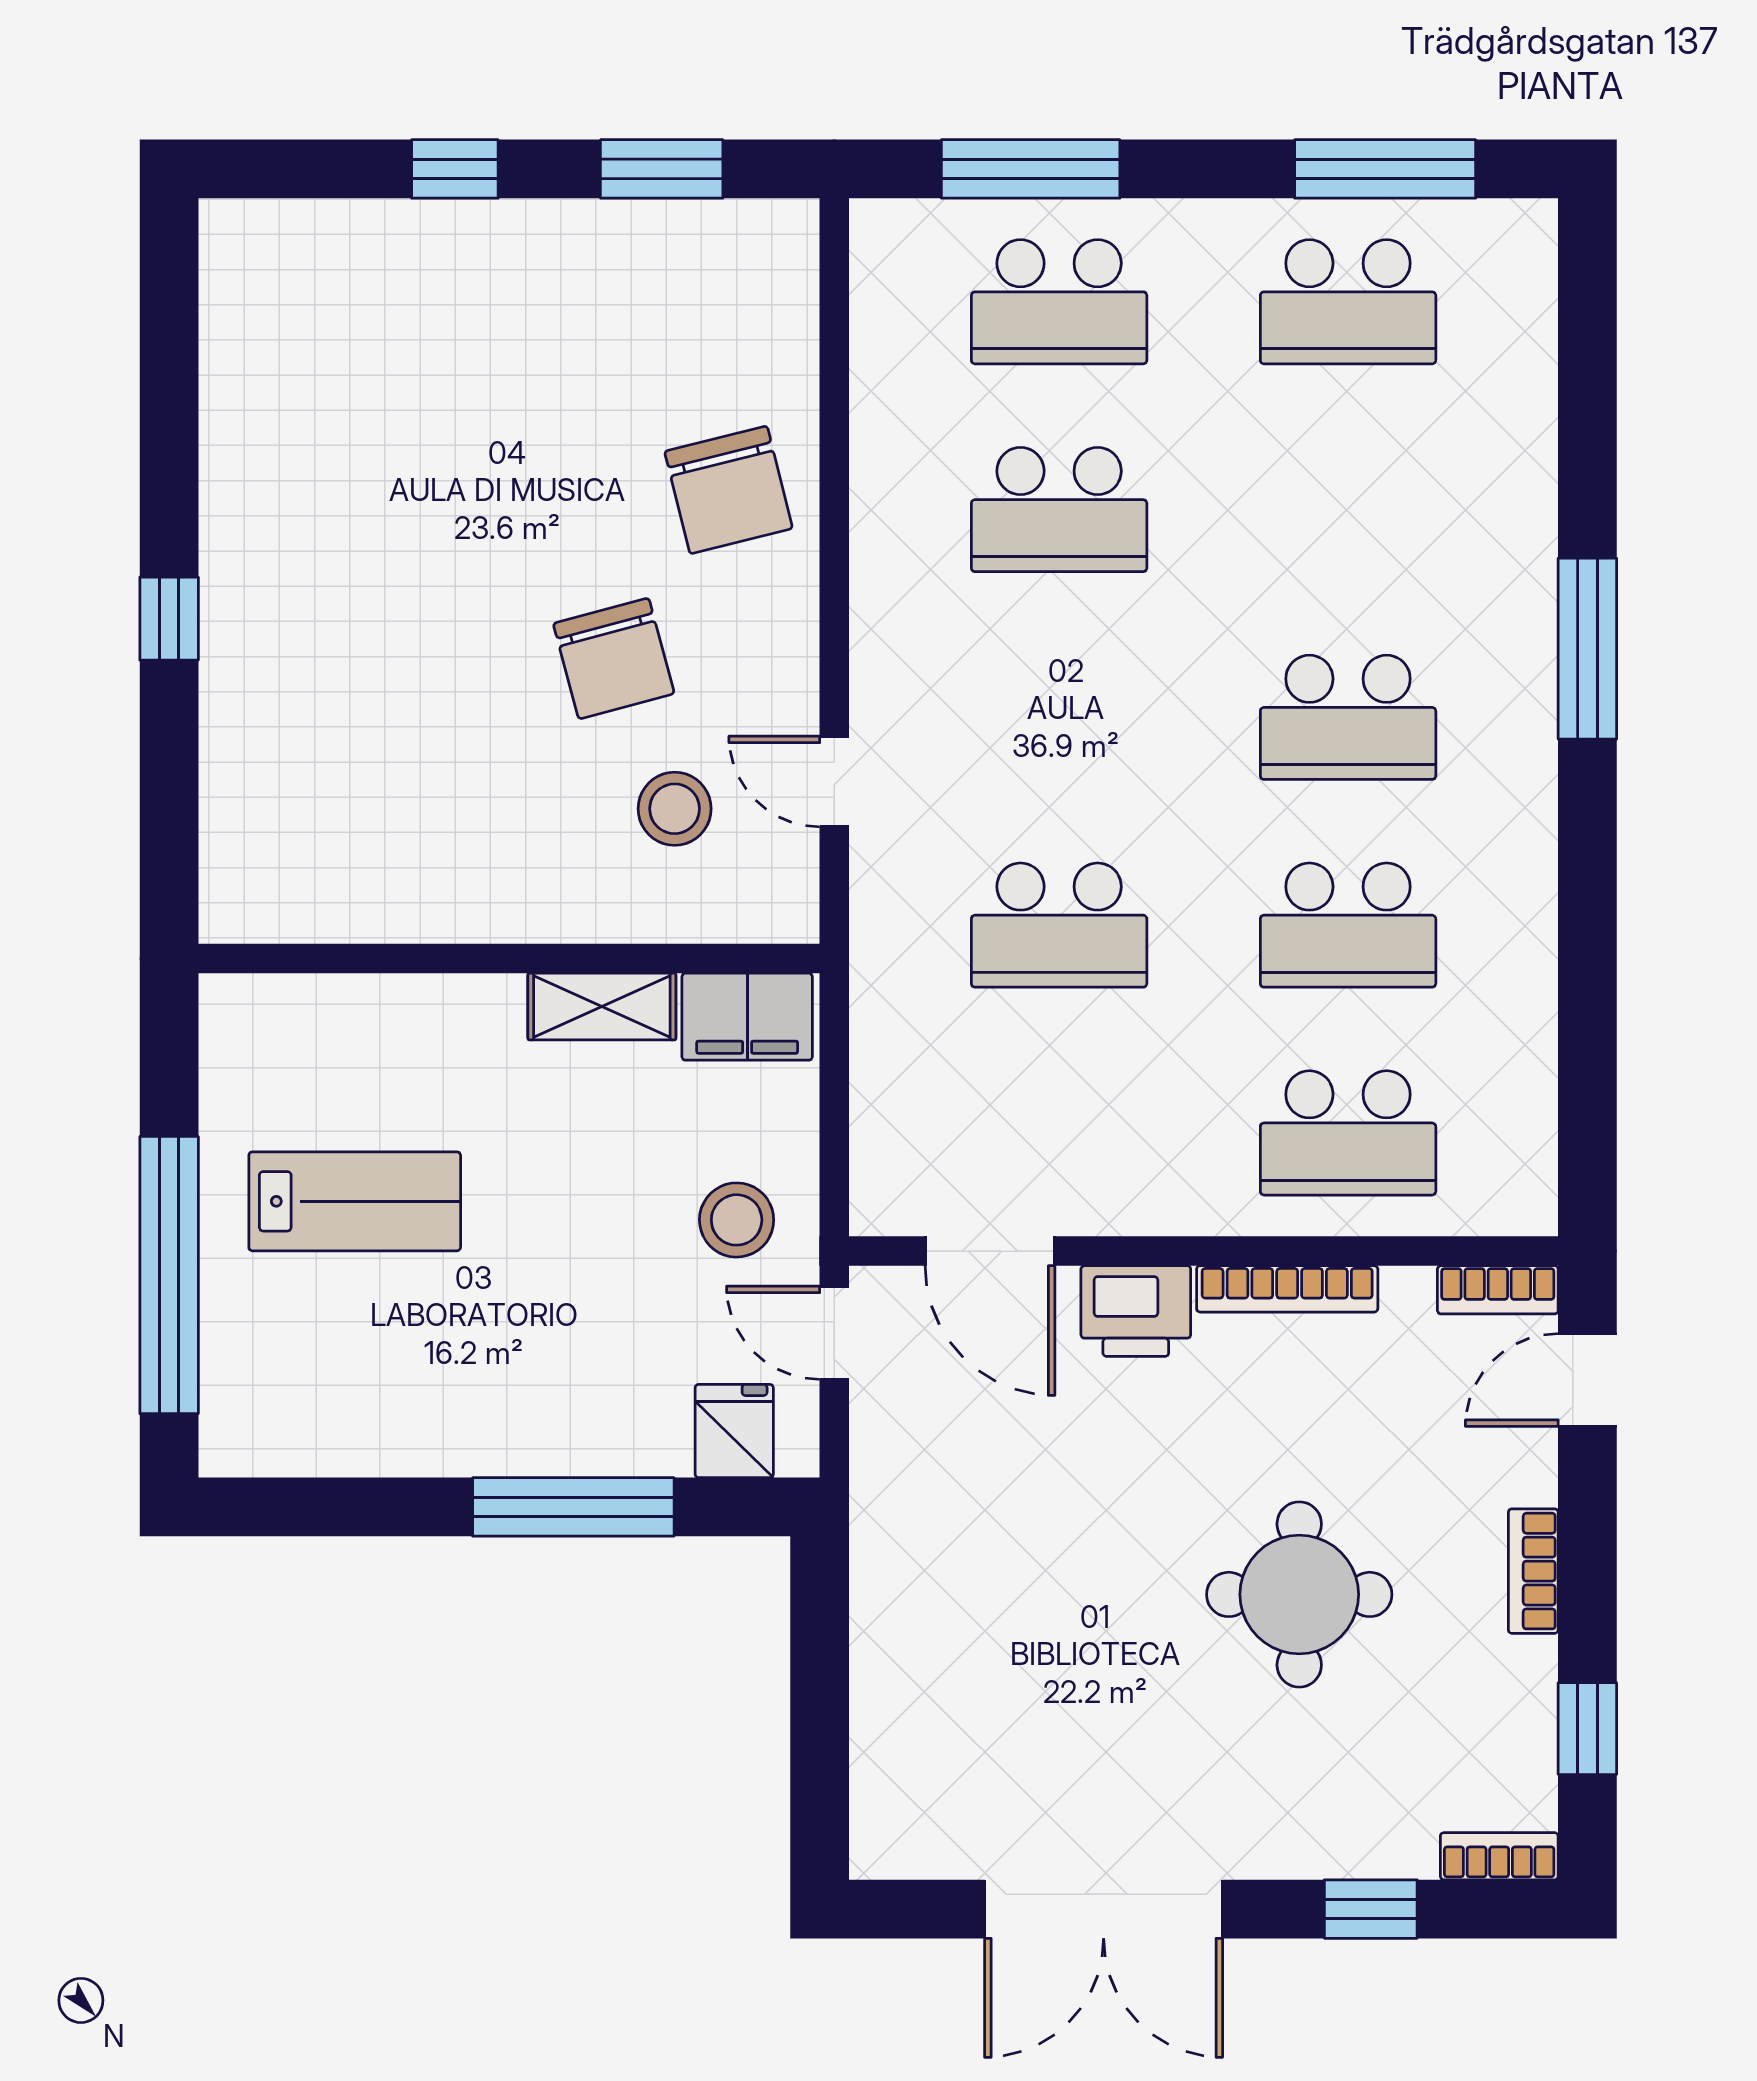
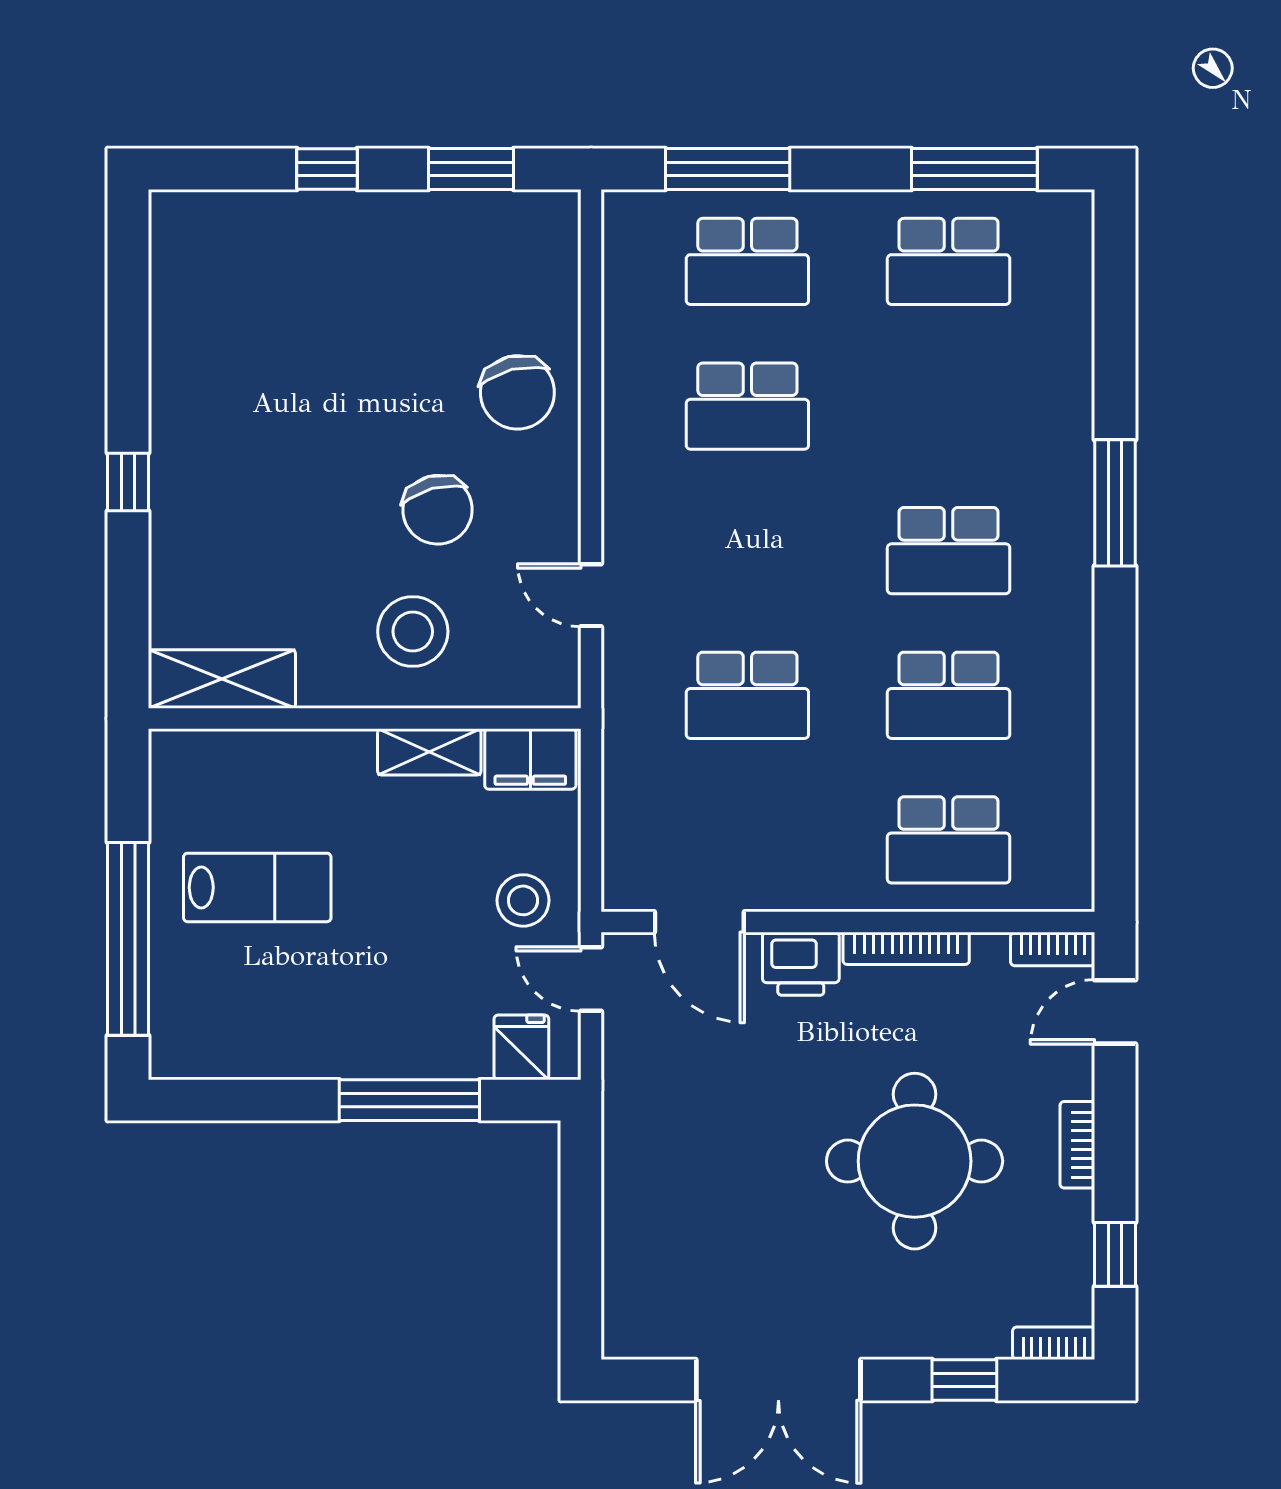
stool: (675, 809) -> (413, 631), moved, width x1.38, depth x1.38
shelving: (304, 902) -> (222, 679), added
round table: (1299, 1594) -> (915, 1161), width x1.36, depth x1.36

